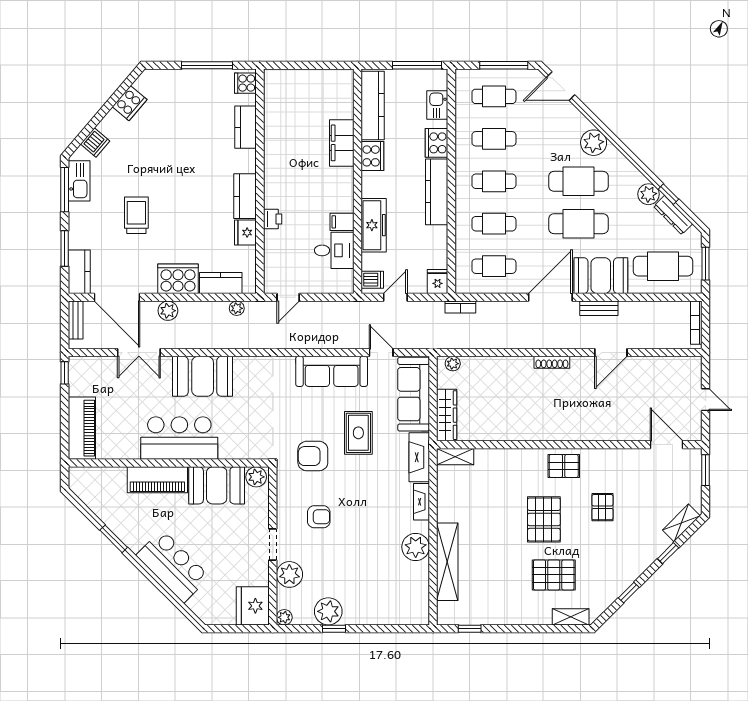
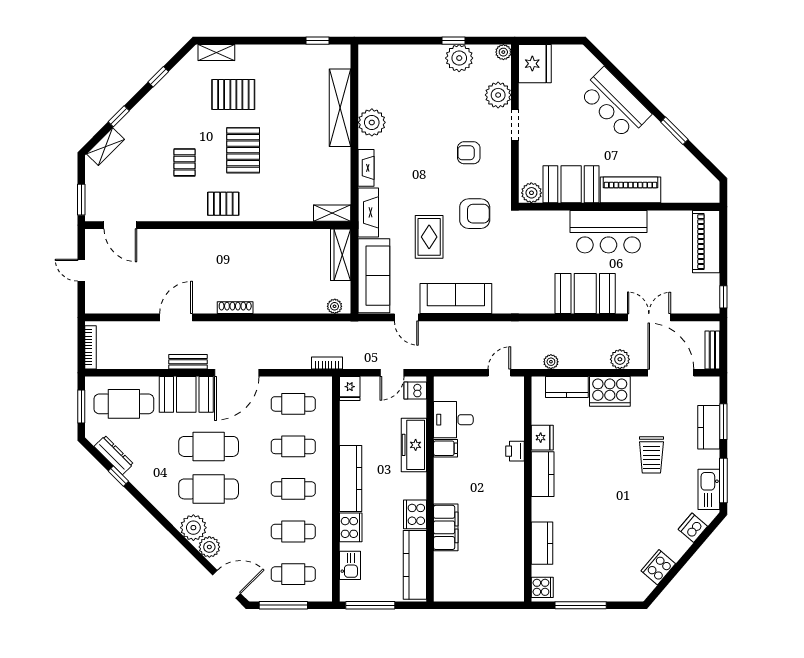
plant: (648, 194) -> (209, 547), moved
kitchen counter: (79, 272) -> (709, 427), moved

